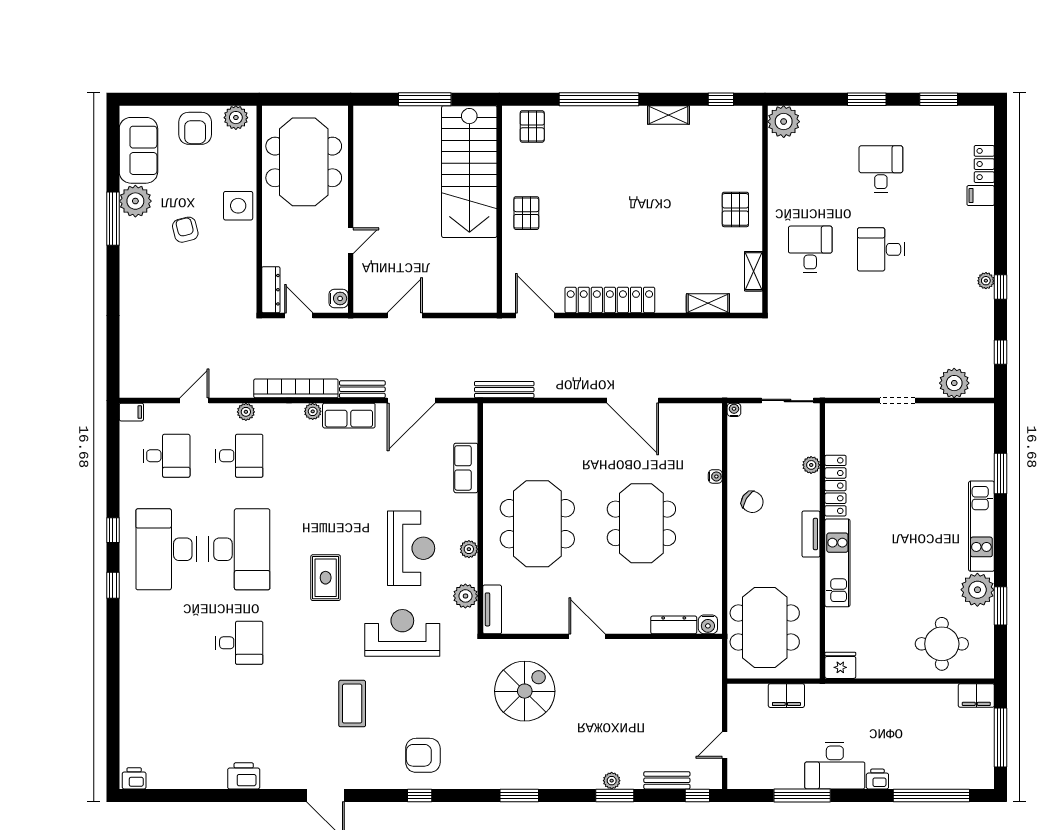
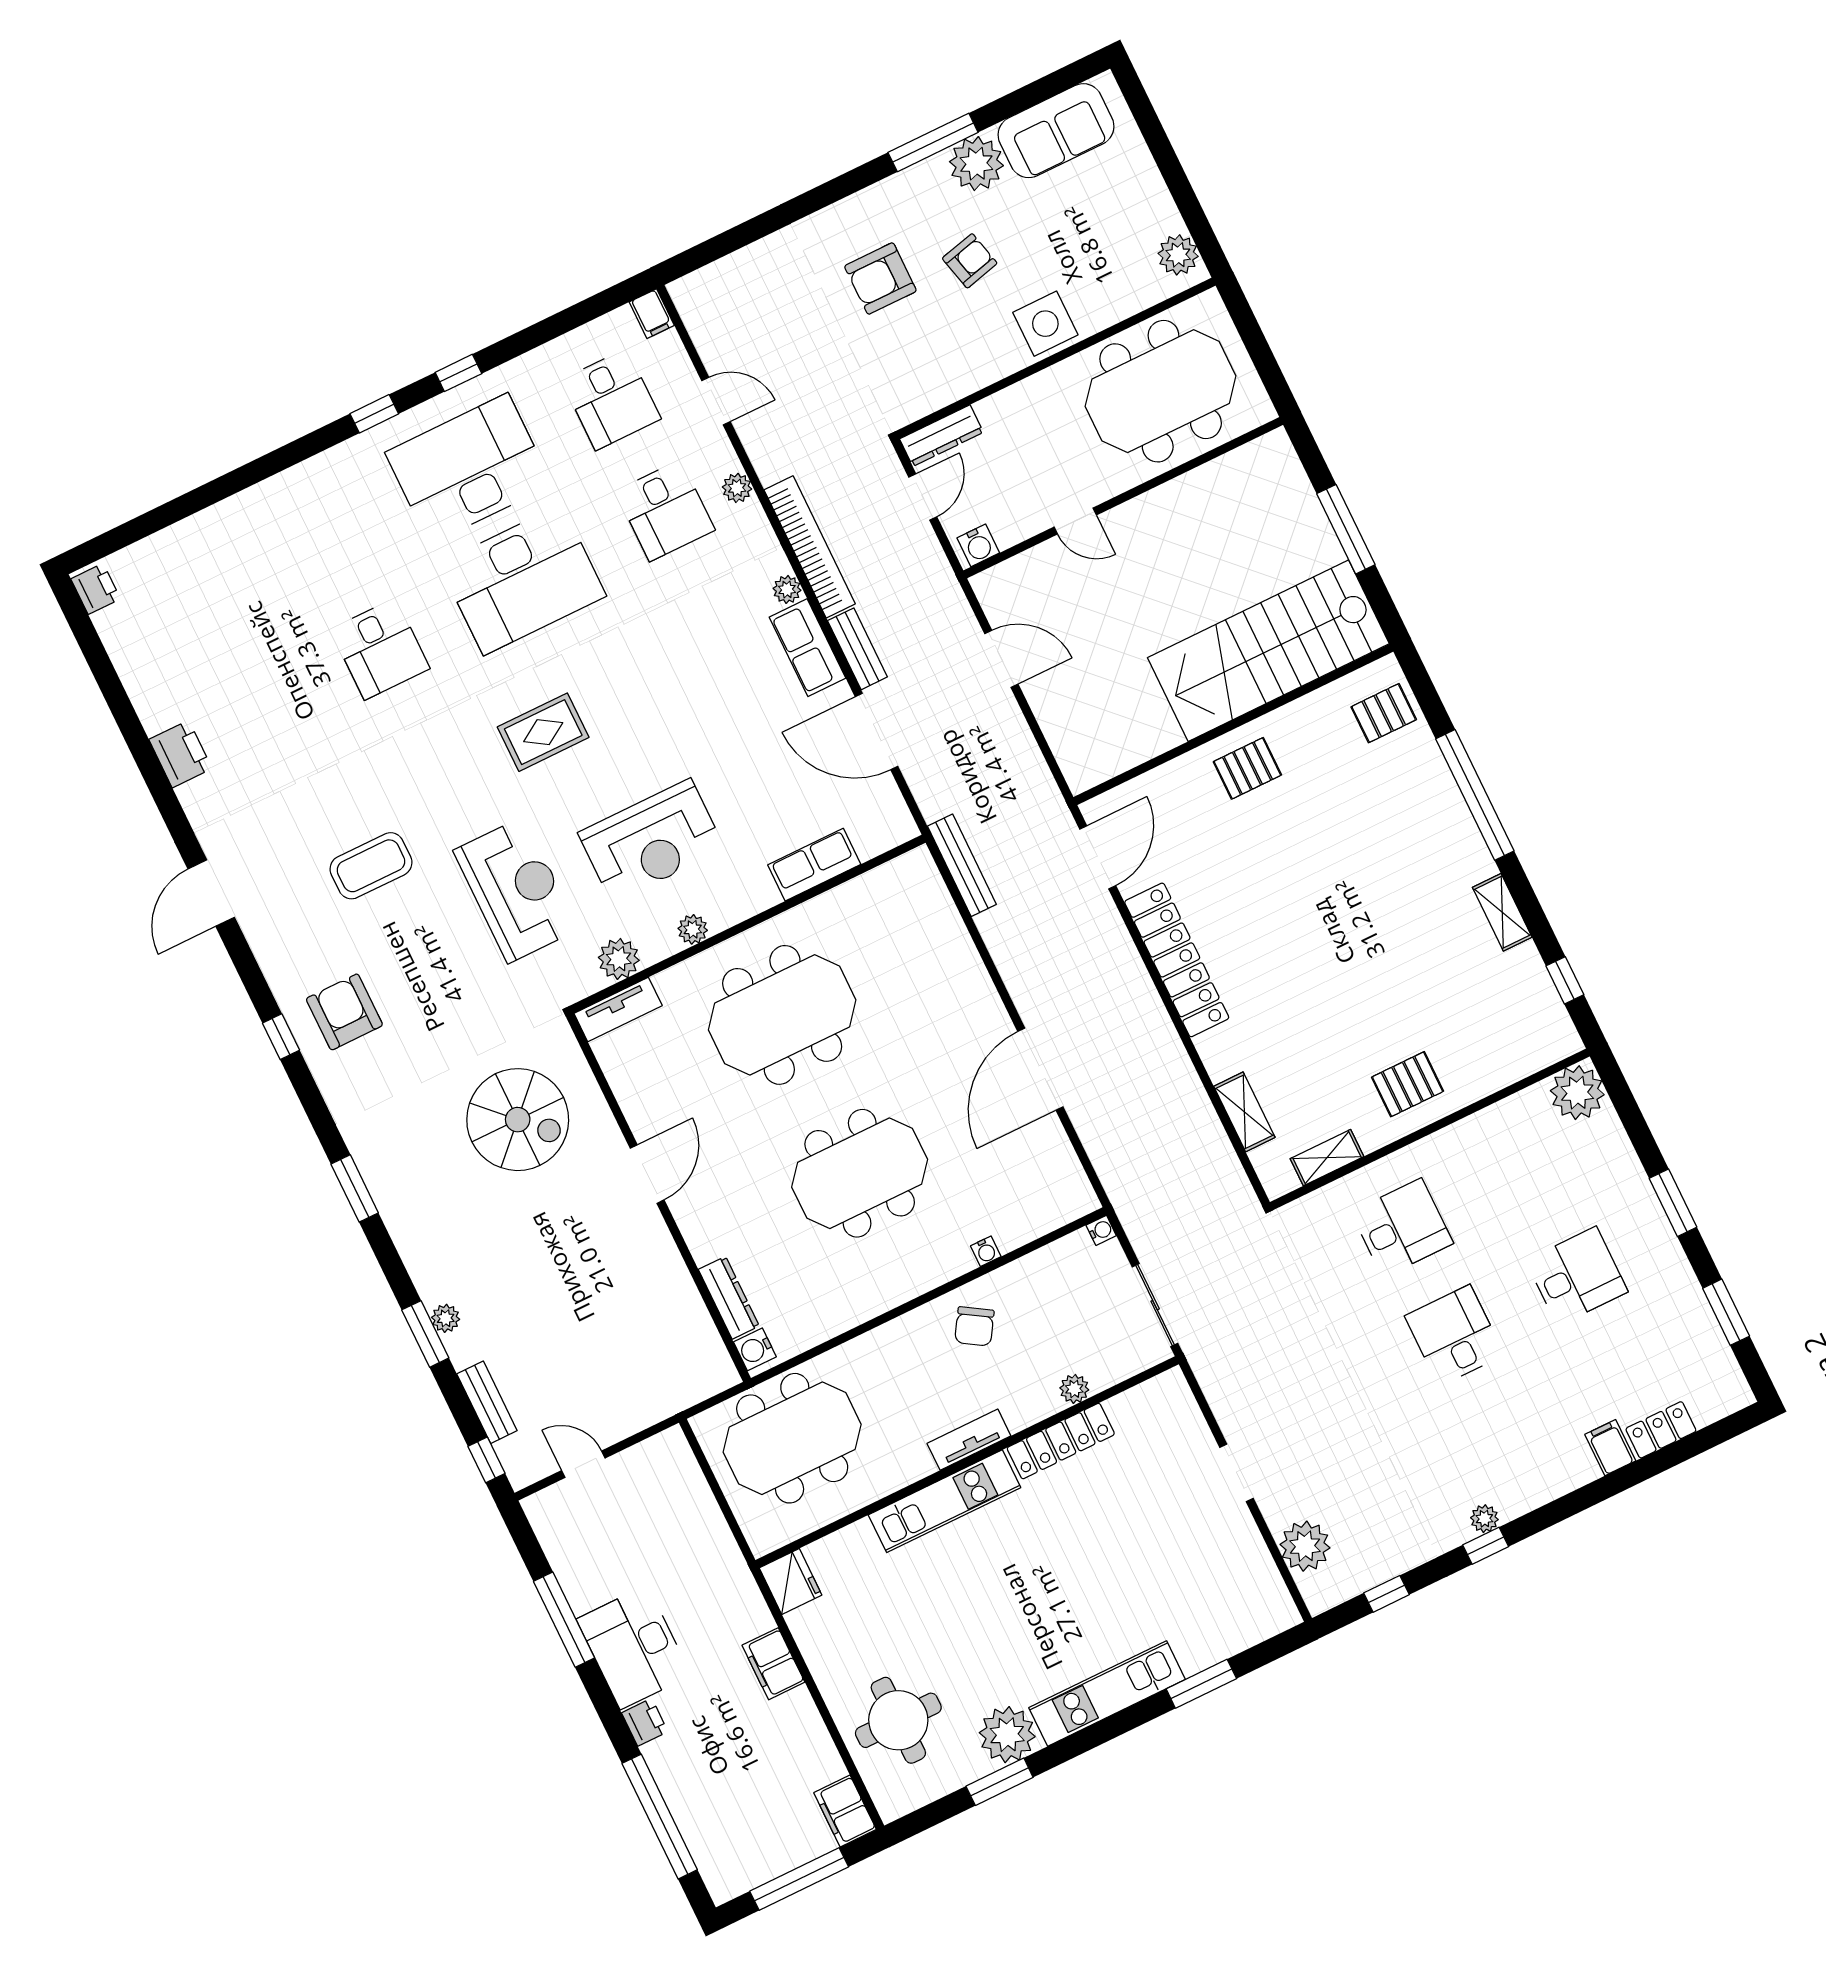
armchair: (195, 128) -> (880, 279), moved
filing cabinet: (786, 696) -> (773, 1664), moved

